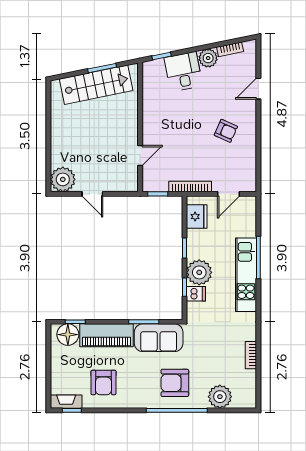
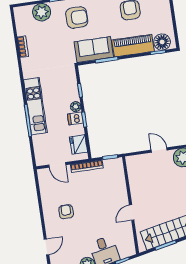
armchair: (226, 131) -> (66, 212), turned 66
door: (140, 156) -> (132, 213), moved
door: (229, 194) -> (57, 165), swing flipped
plant: (199, 272) -> (76, 107), width x0.53, depth x0.53
dishwasher: (196, 294) -> (75, 119), moved

